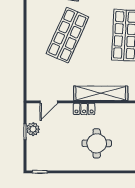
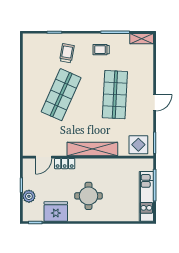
locker: (84, 109) -> (65, 164), moved
plant: (33, 129) -> (29, 196), moved
fridge: (62, 160) -> (56, 211), added

